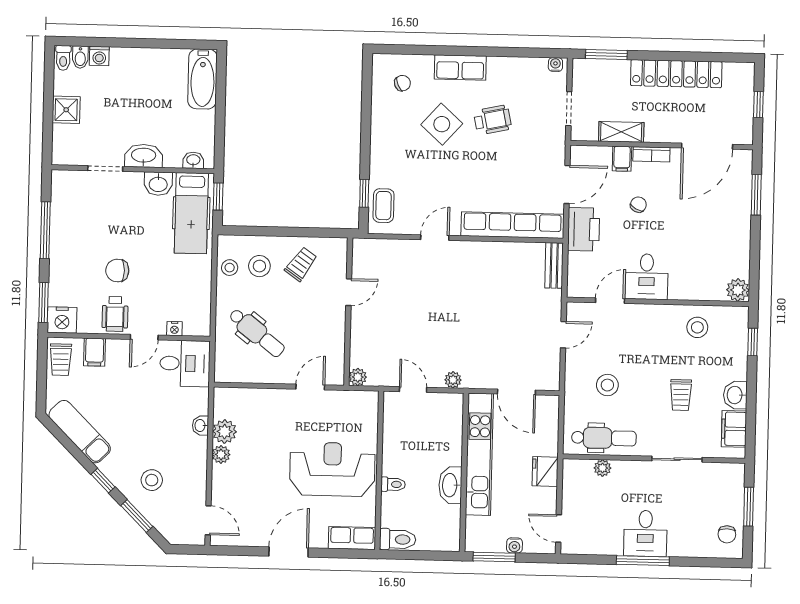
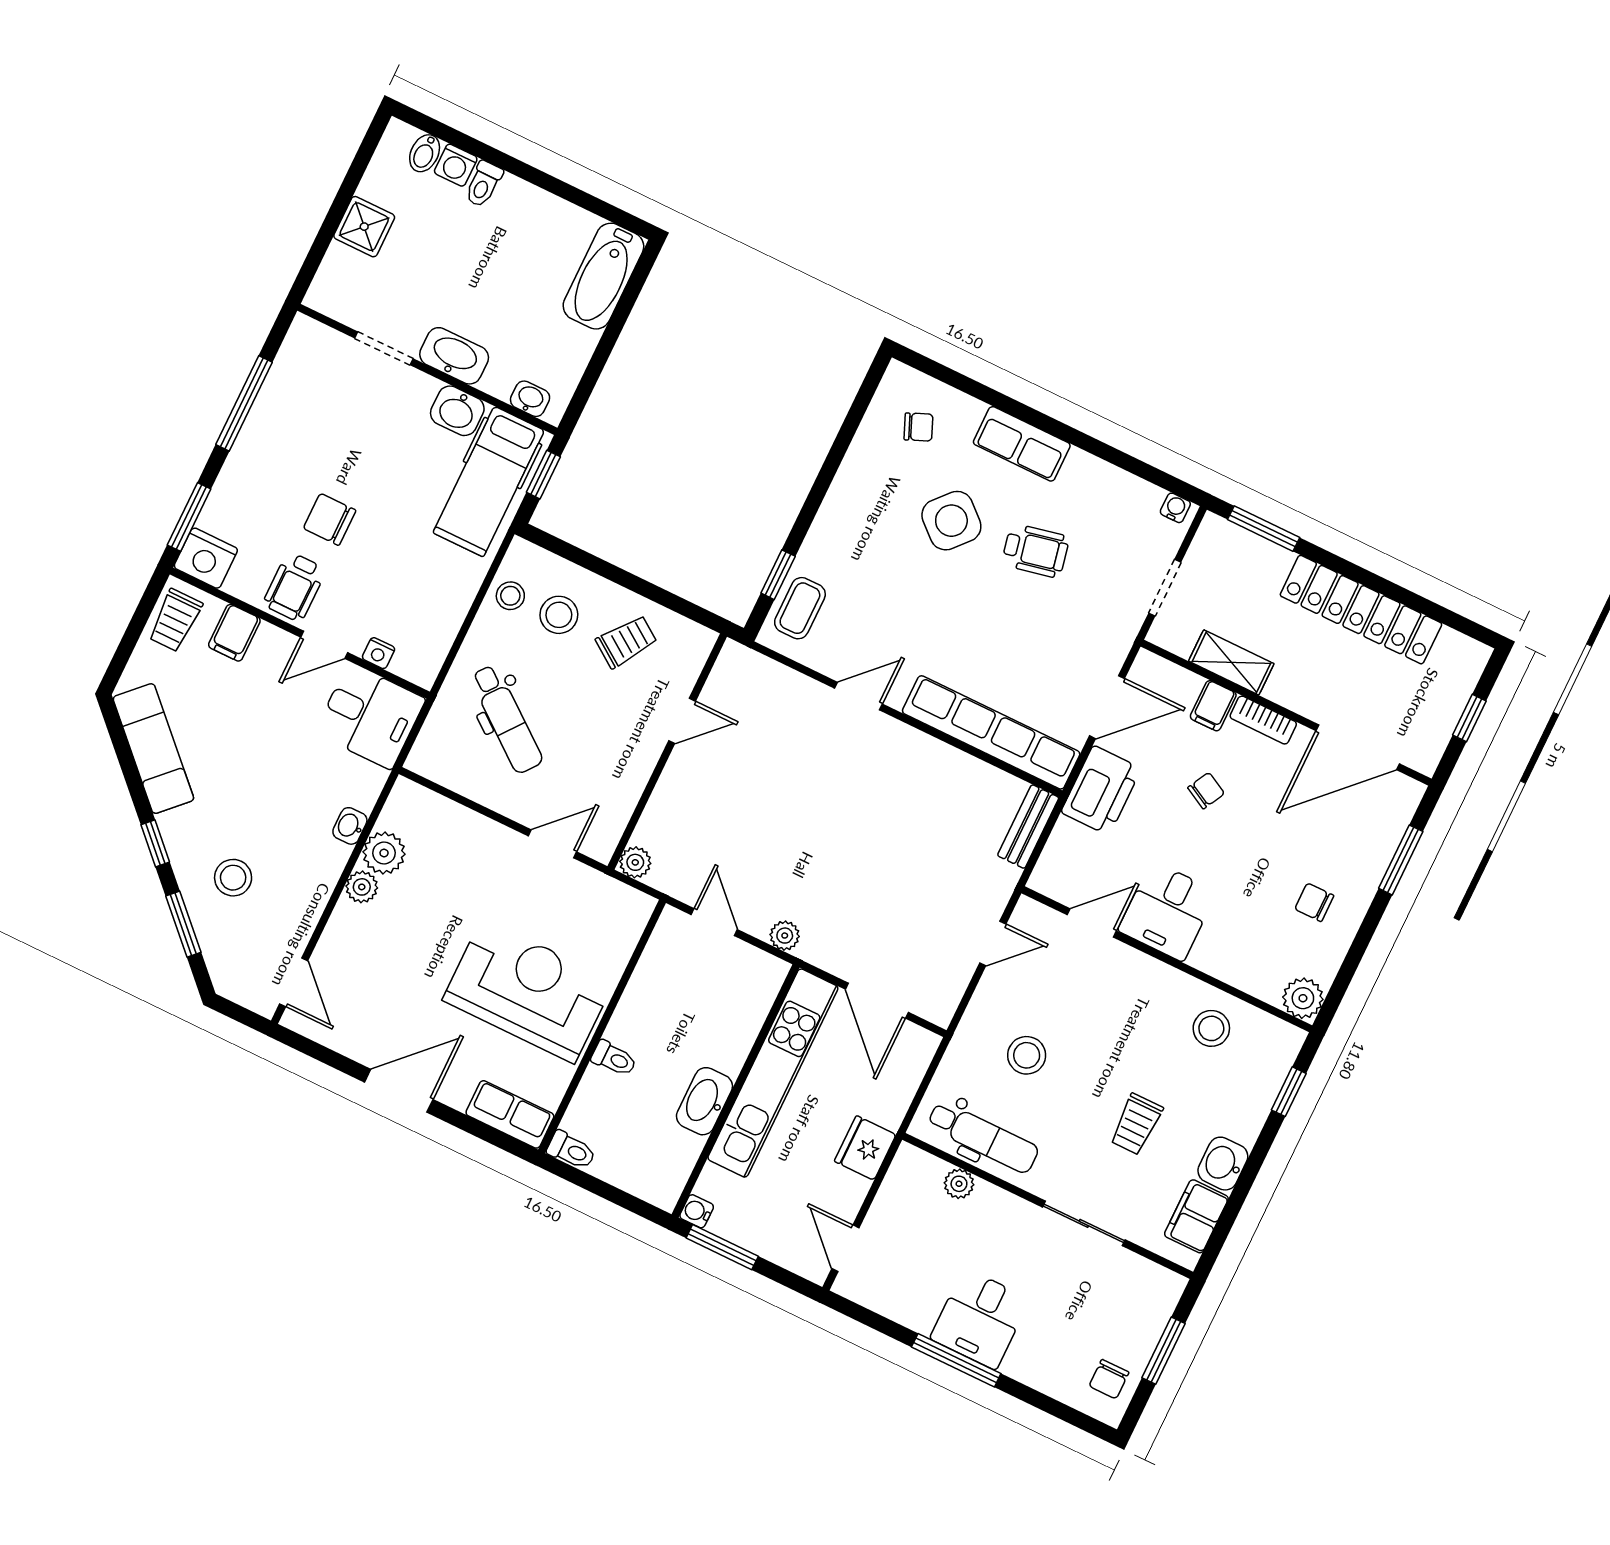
toilet: (63, 58) -> (483, 184), moved
chair: (721, 237) -> (1314, 902), added
toilet: (398, 539) -> (571, 1150), width x0.73, depth x0.72
water cooler: (514, 545) -> (697, 1211), moved, turned 90

